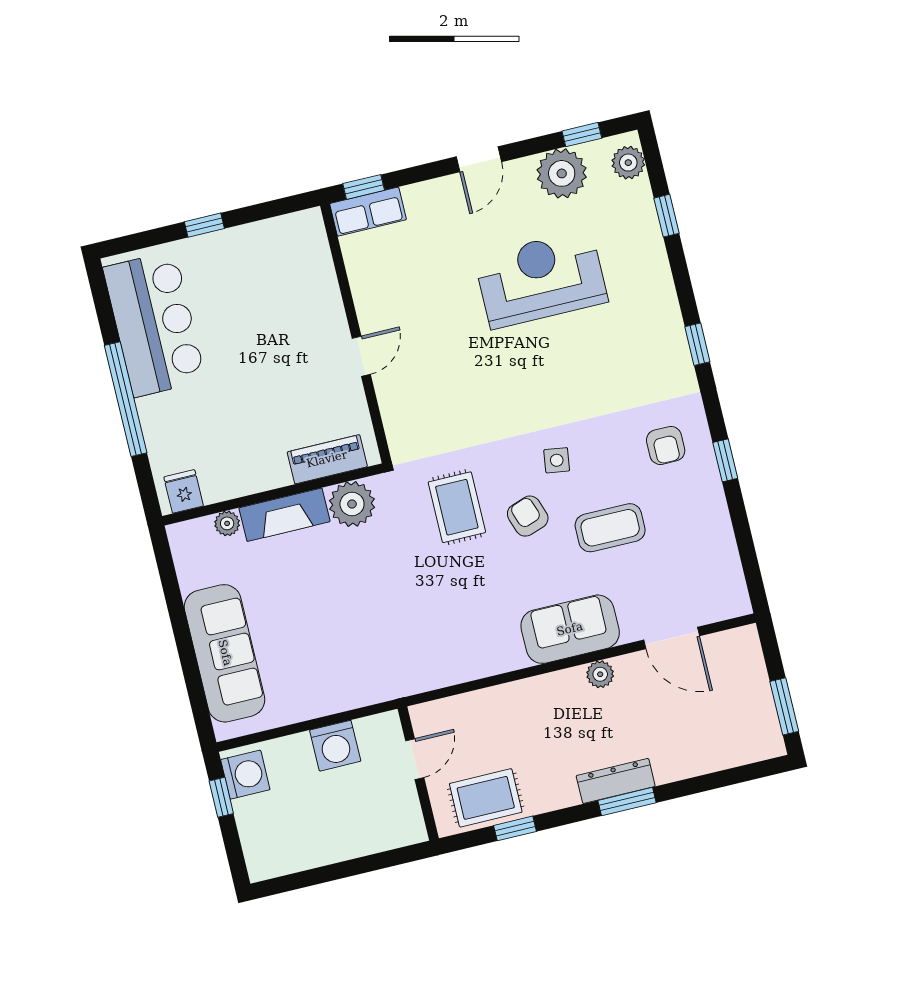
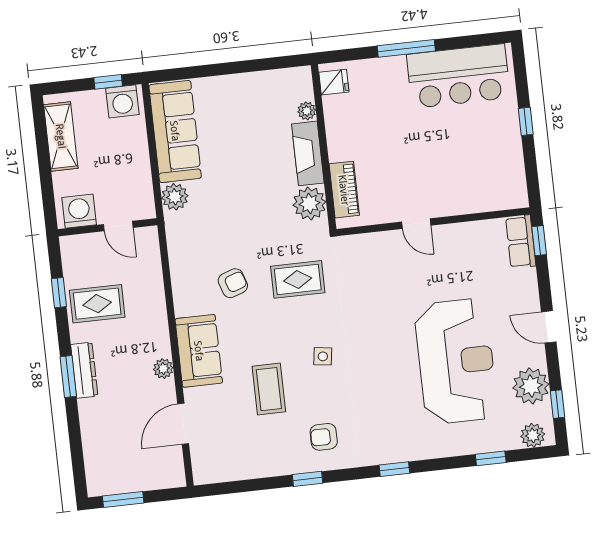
reception desk: (541, 279) -> (456, 361), width x1.36, depth x1.30
window: (126, 399) -> (406, 48), width x0.68
armchair: (528, 516) -> (233, 283), moved
sofa: (225, 653) -> (175, 131), moved, turned -90
plant: (366, 688) -> (175, 197), added
washing machine: (335, 746) -> (79, 211), moved, turned 90
rug: (486, 798) -> (97, 304), moved, turned 90
shelving: (303, 852) -> (61, 136), added

